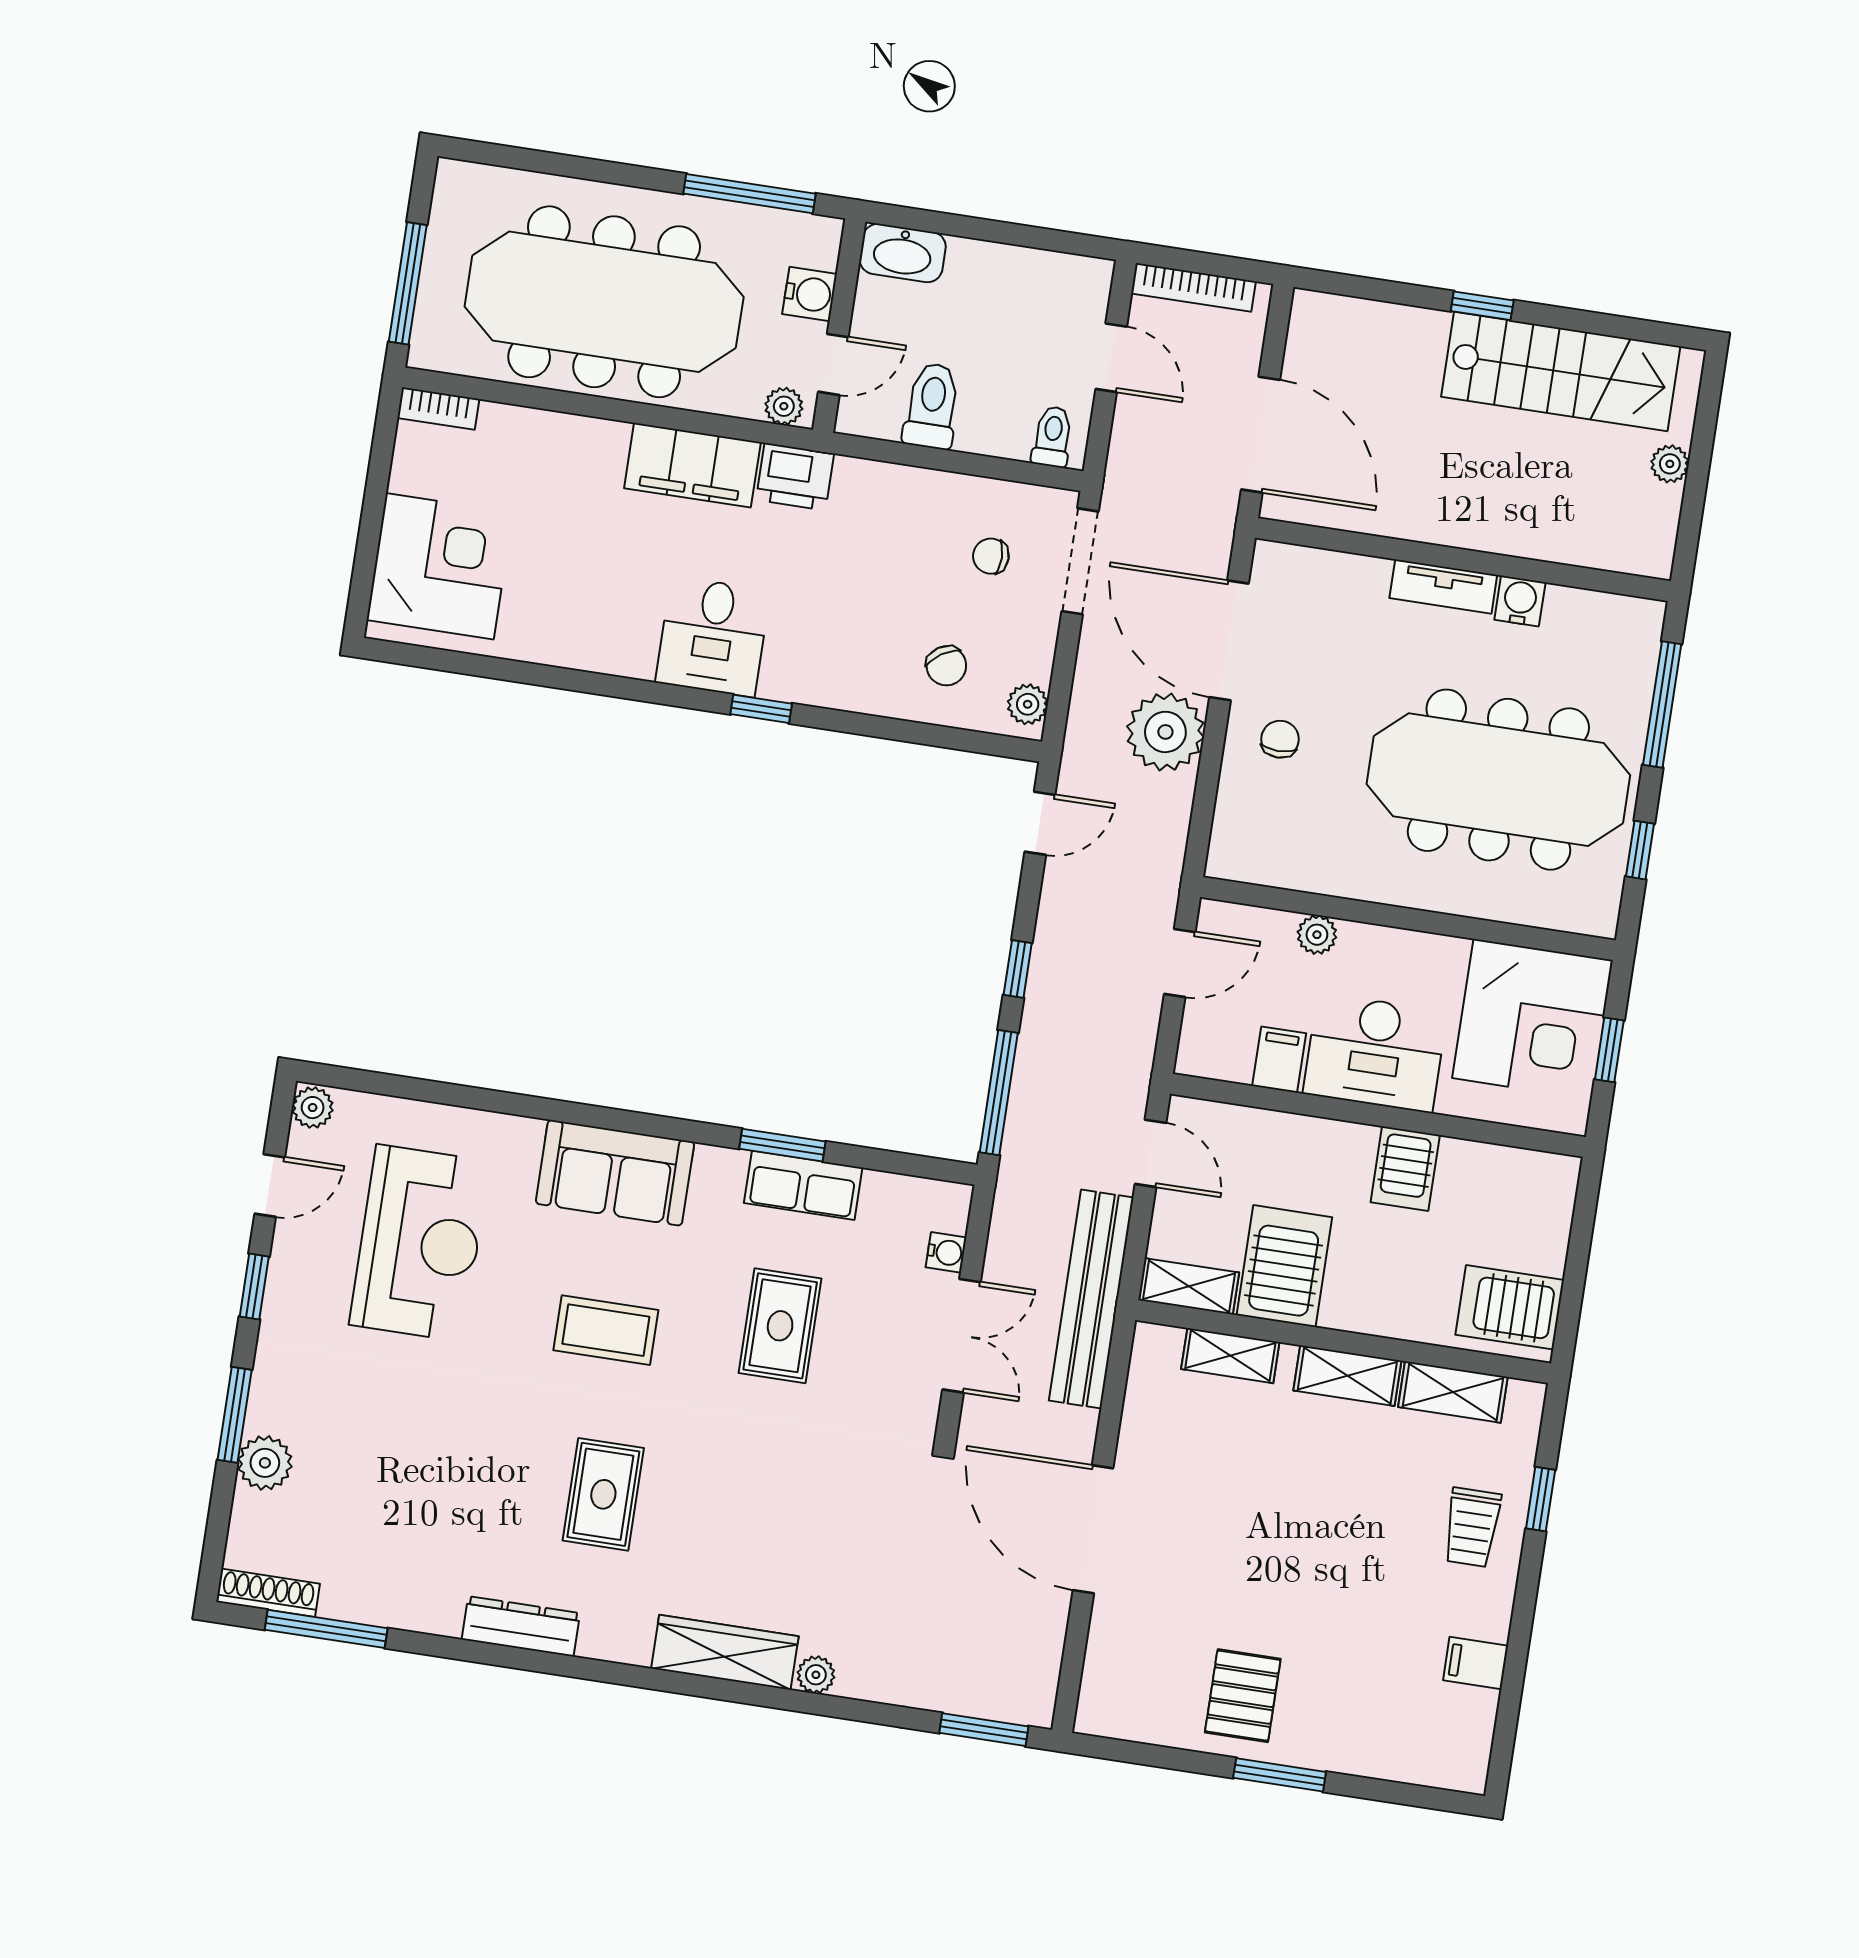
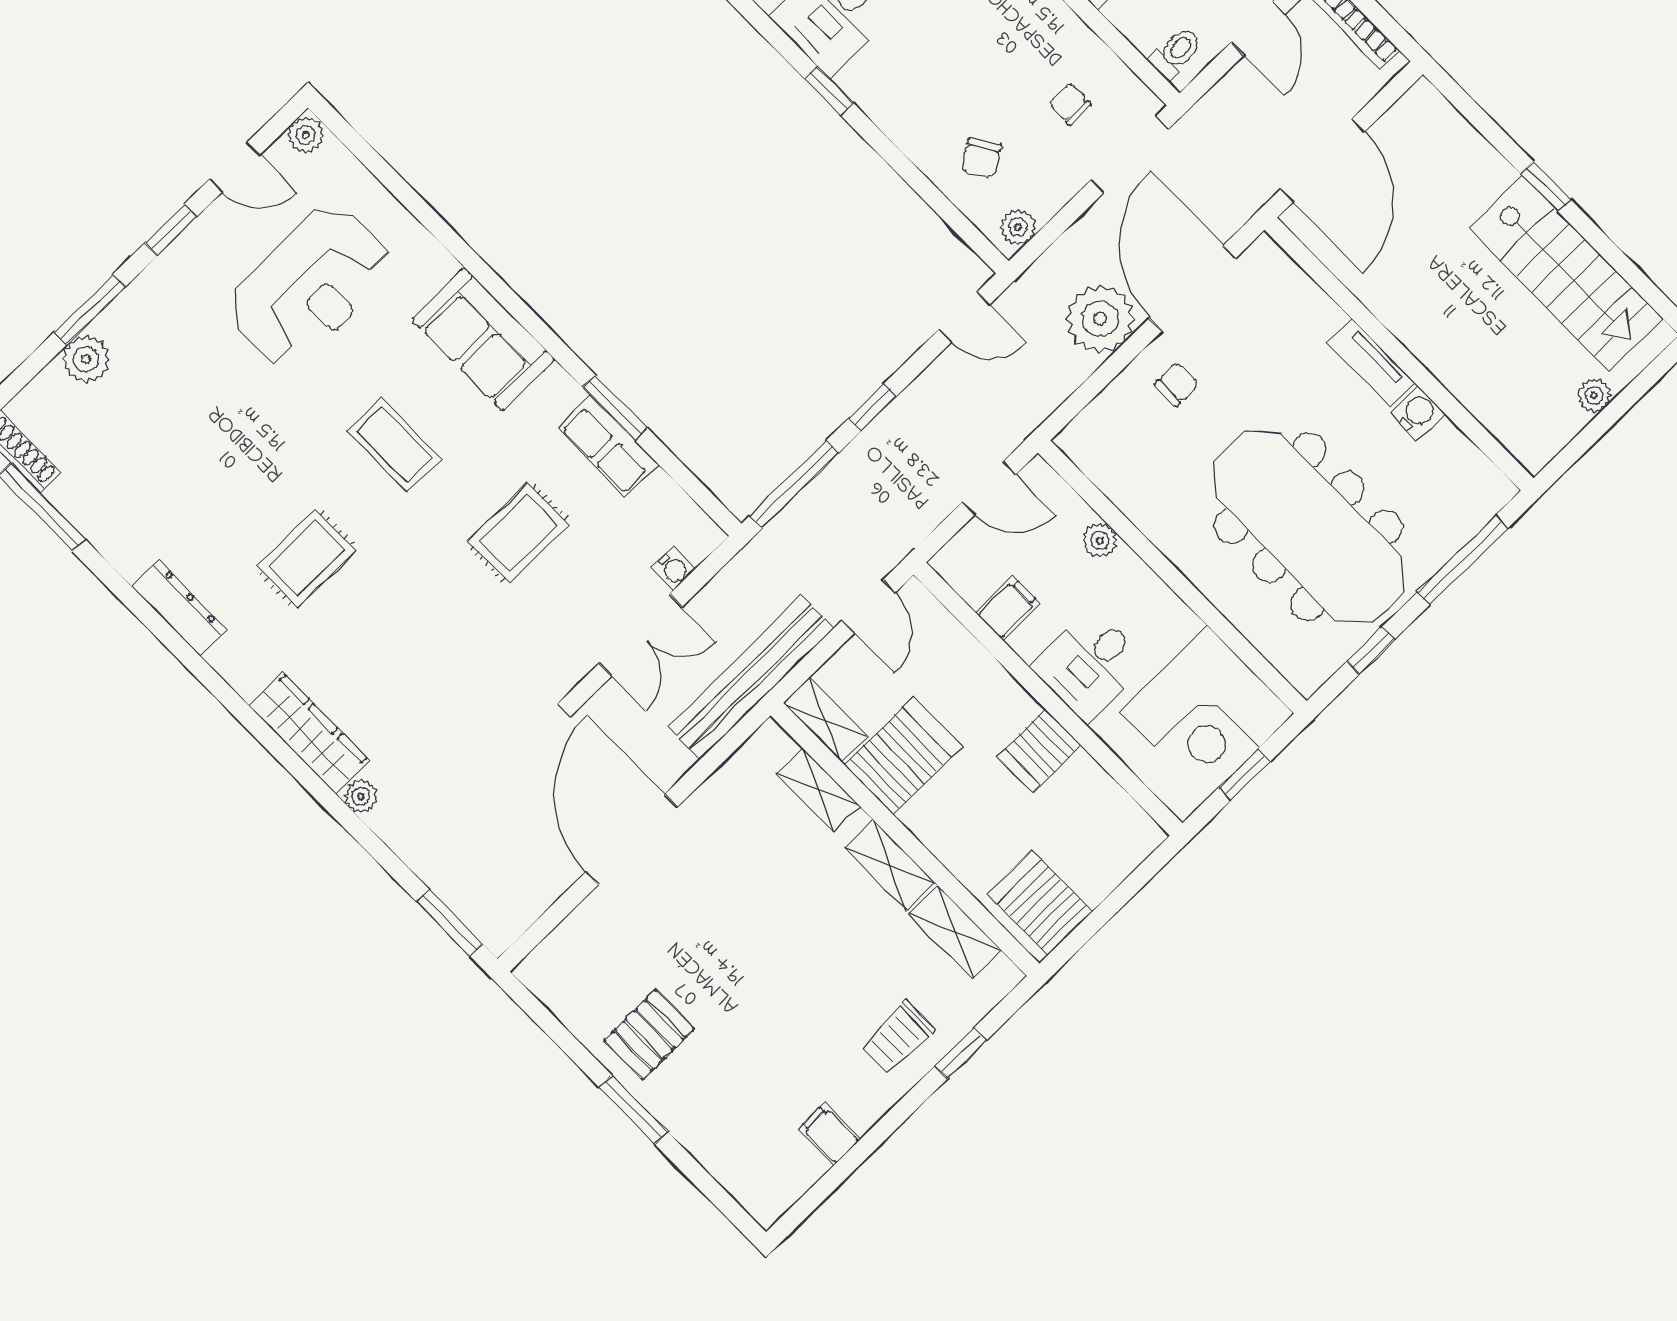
desk: (1375, 1053) -> (1090, 665), width x0.73

